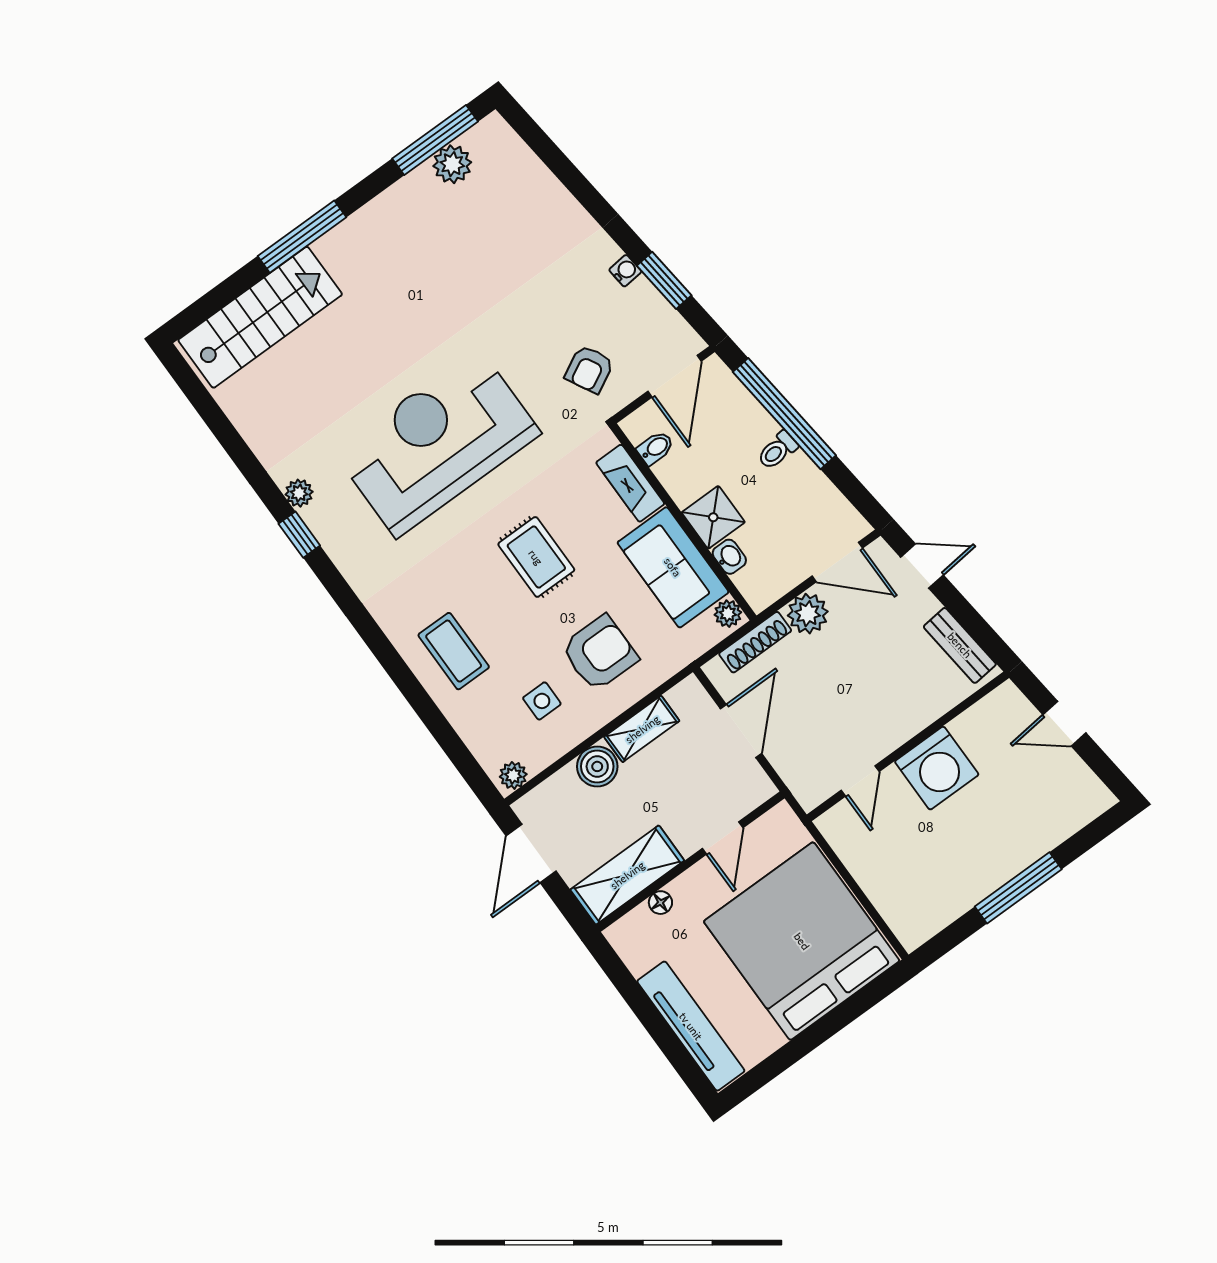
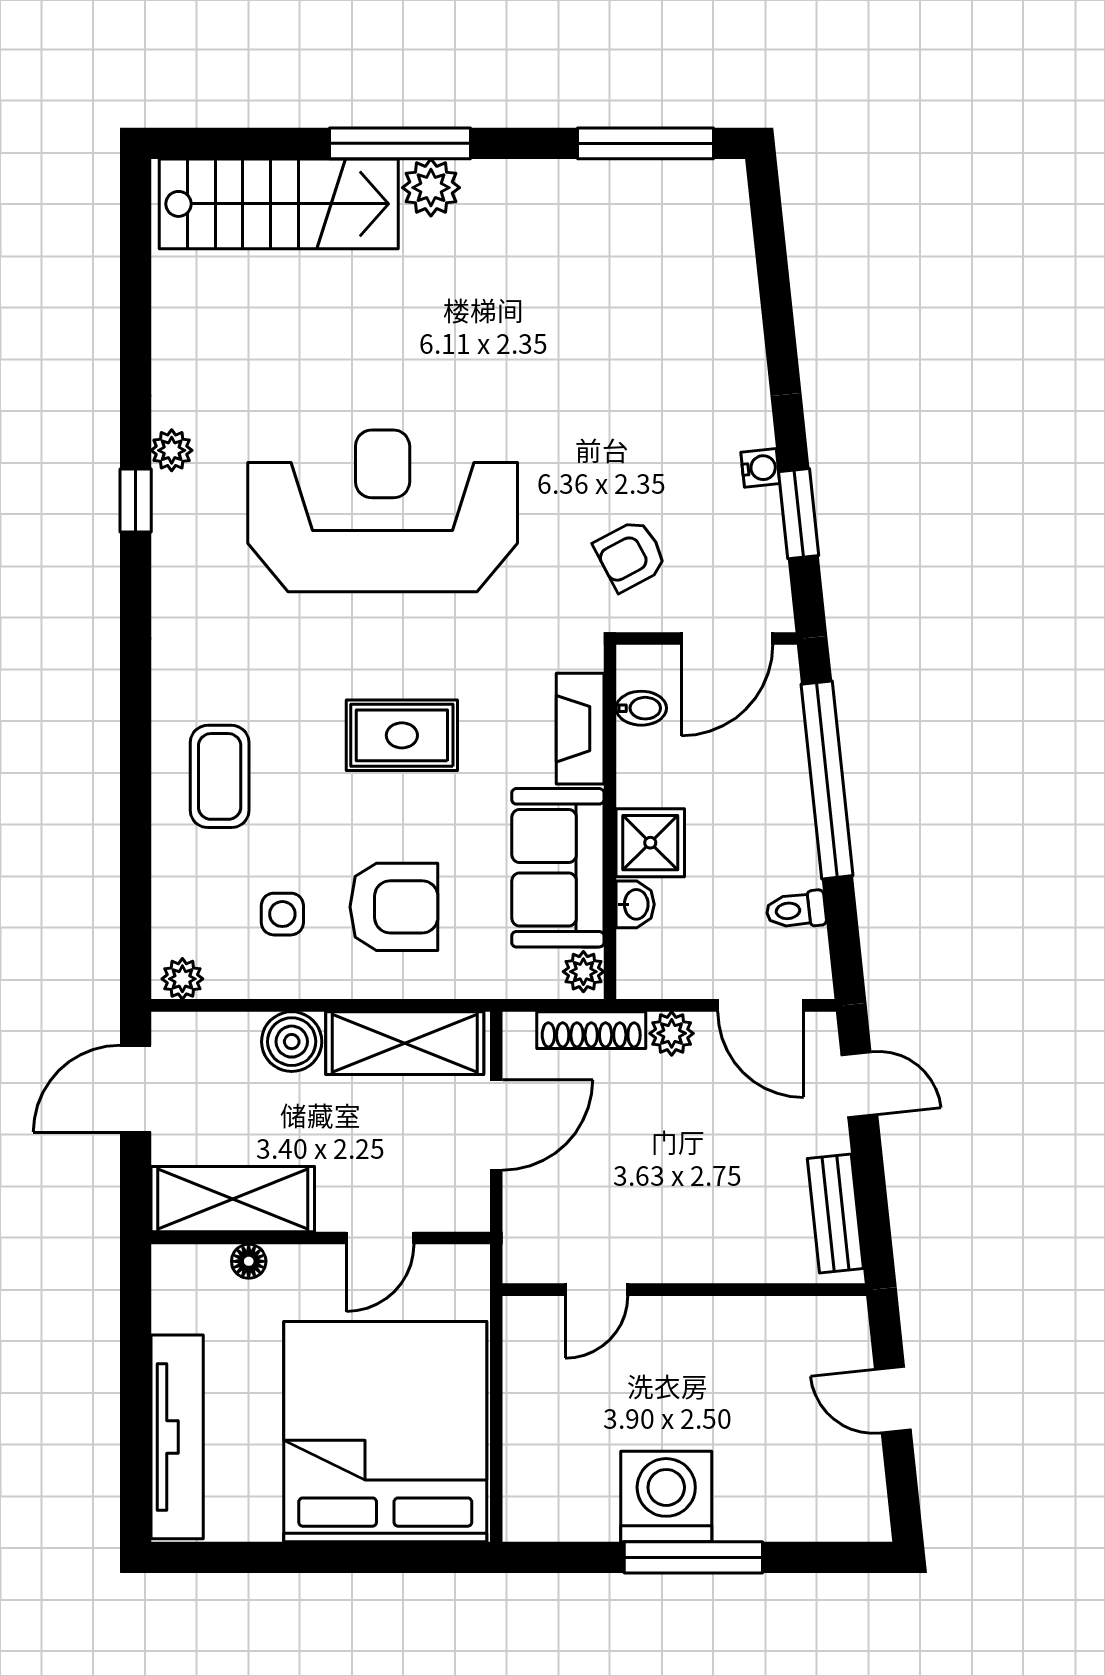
plant: (452, 164) -> (431, 188), moved
toilet: (777, 450) -> (796, 910), moved
rug: (536, 557) -> (402, 735), turned 90
plant: (808, 614) -> (672, 1033), width x0.73, depth x0.73
shelving: (642, 729) -> (405, 1043), width x1.50, depth x1.33
washing machine: (937, 768) -> (666, 1497), moved, turned 180

